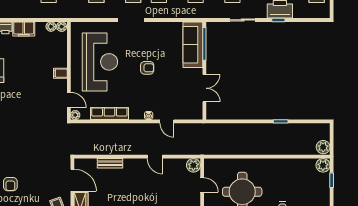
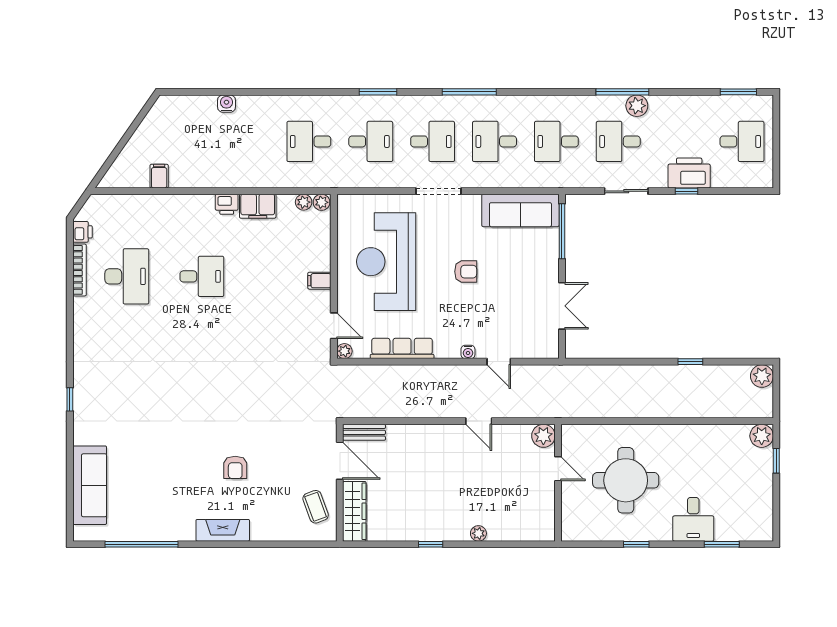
sofa: (193, 45) -> (520, 210), moved, turned -90
reception desk: (100, 62) -> (386, 262), turned 180
plant: (323, 147) -> (762, 376), moved
bench: (110, 163) -> (364, 432), moved

